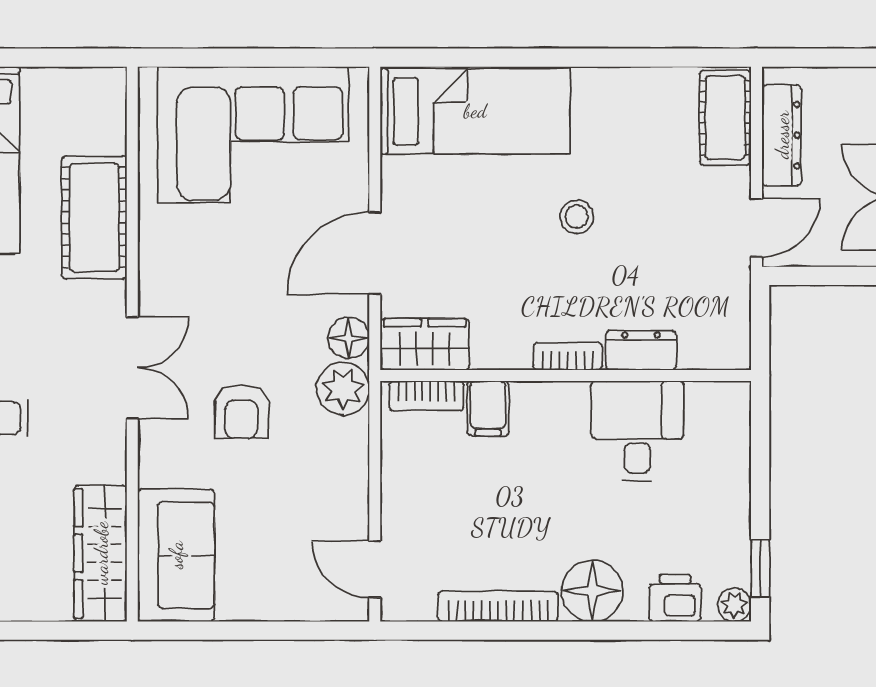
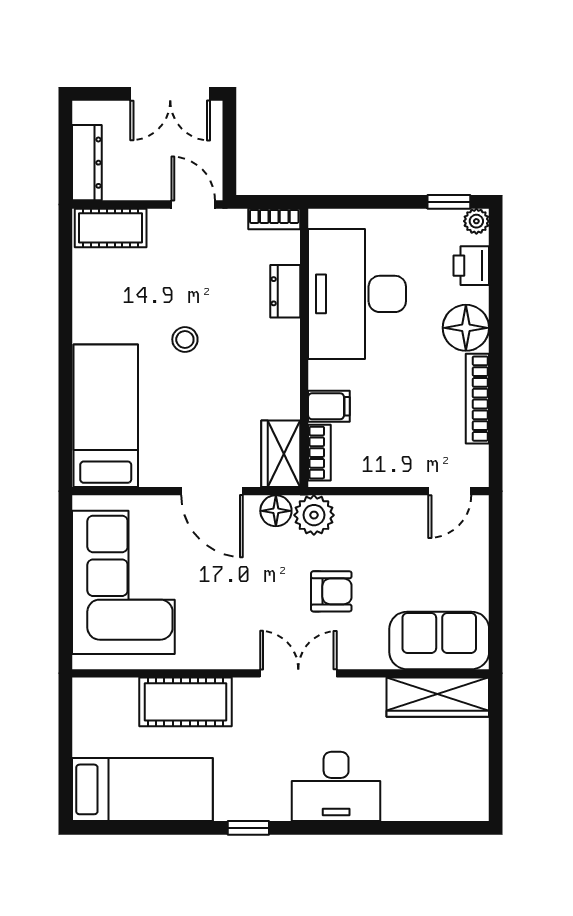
dresser: (782, 135) -> (87, 163), moved, turned 90
bookcase: (568, 356) -> (274, 219), moved, turned -90
desk: (637, 431) -> (357, 294), width x1.87, depth x1.30

